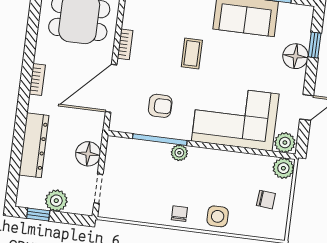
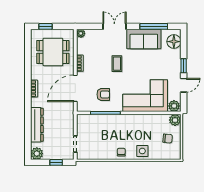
window: (315, 45) -> (184, 66), moved
floor lamp: (295, 56) -> (174, 42), moved
plant: (179, 153) -> (117, 119), removed
floor lamp: (88, 154) -> (67, 126), removed
plant: (56, 201) -> (37, 154), moved
window: (38, 214) -> (56, 162), moved

